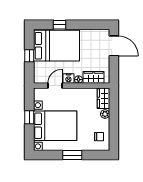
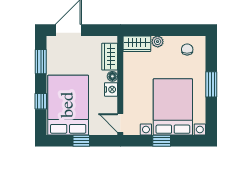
window: (90, 25) -> (41, 62), added
door: (55, 86) -> (120, 123), moved

